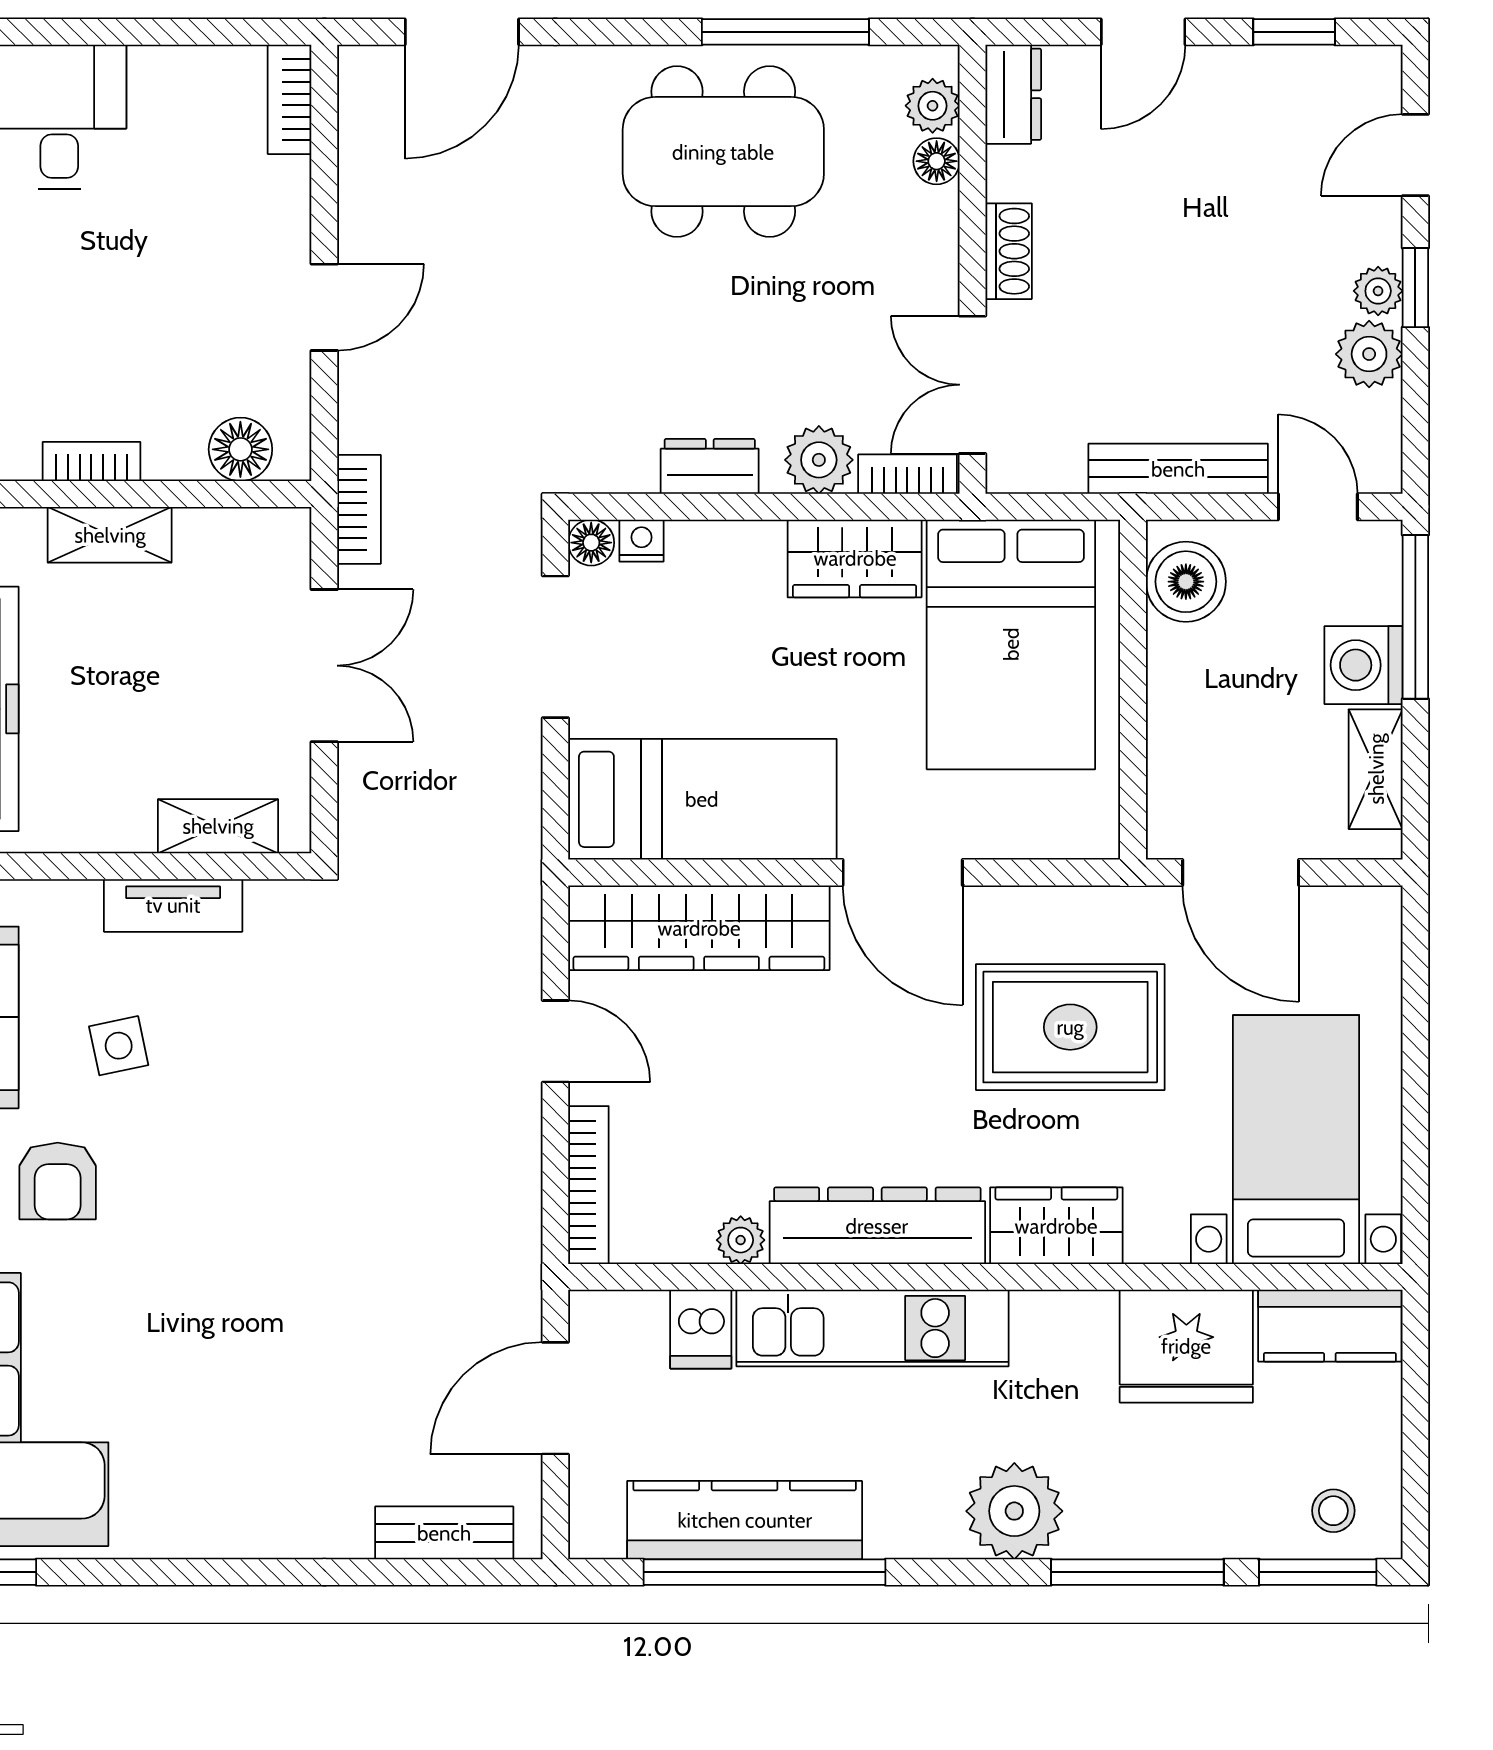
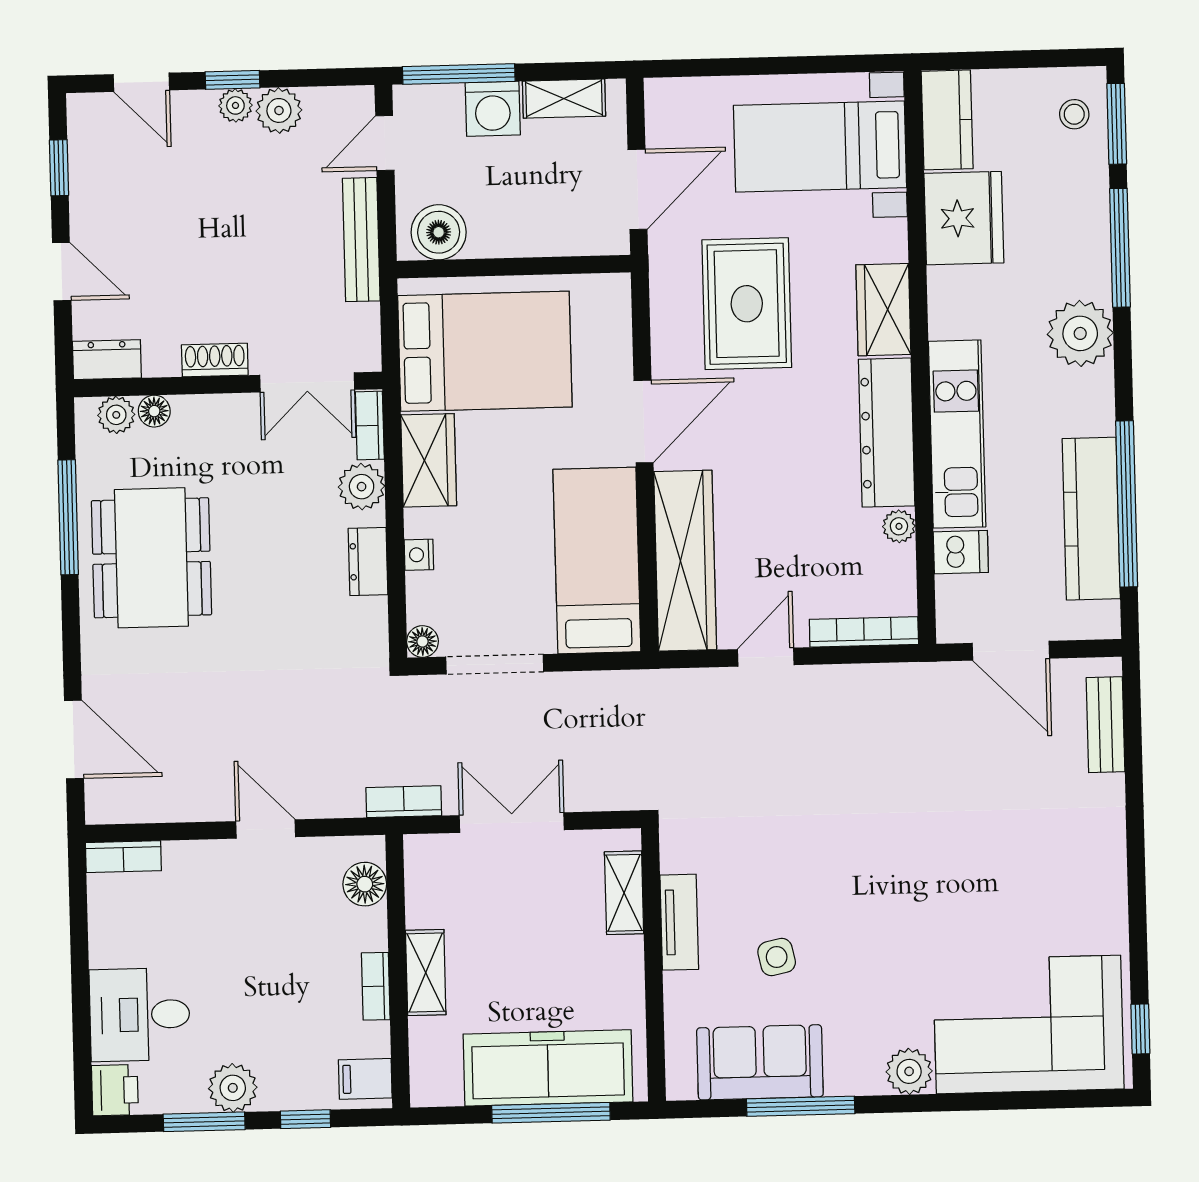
nightstand: (642, 541) -> (419, 555), moved
armchair: (58, 1181) -> (871, 997), removed

